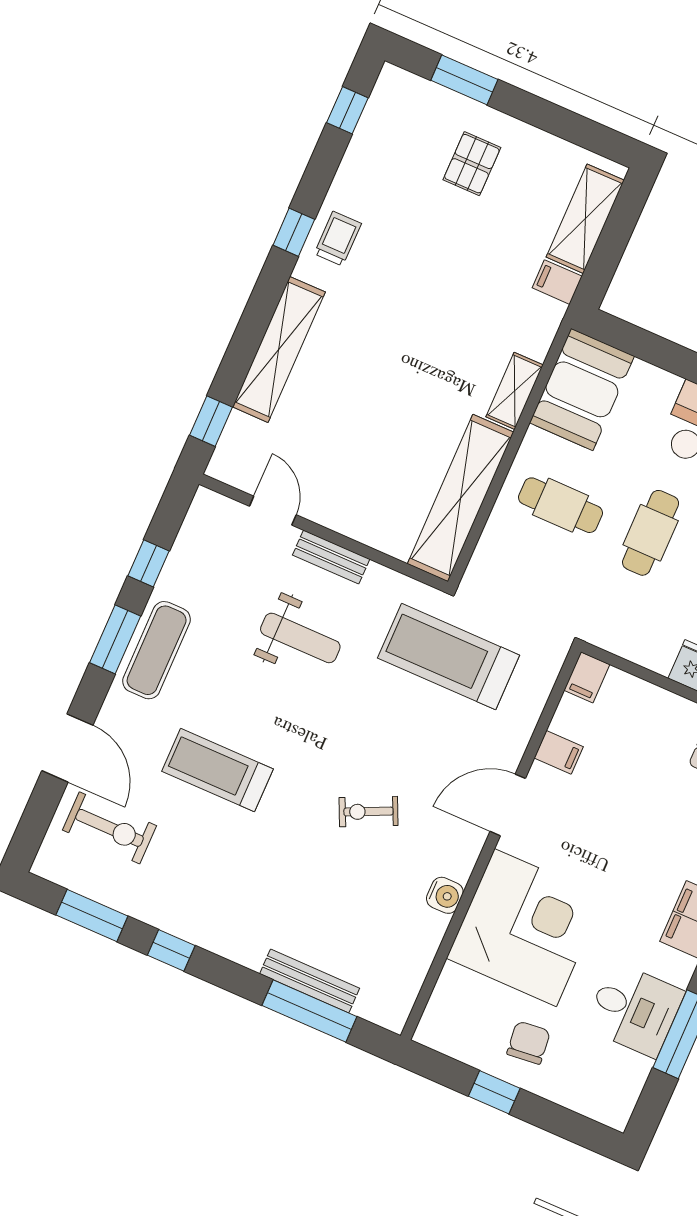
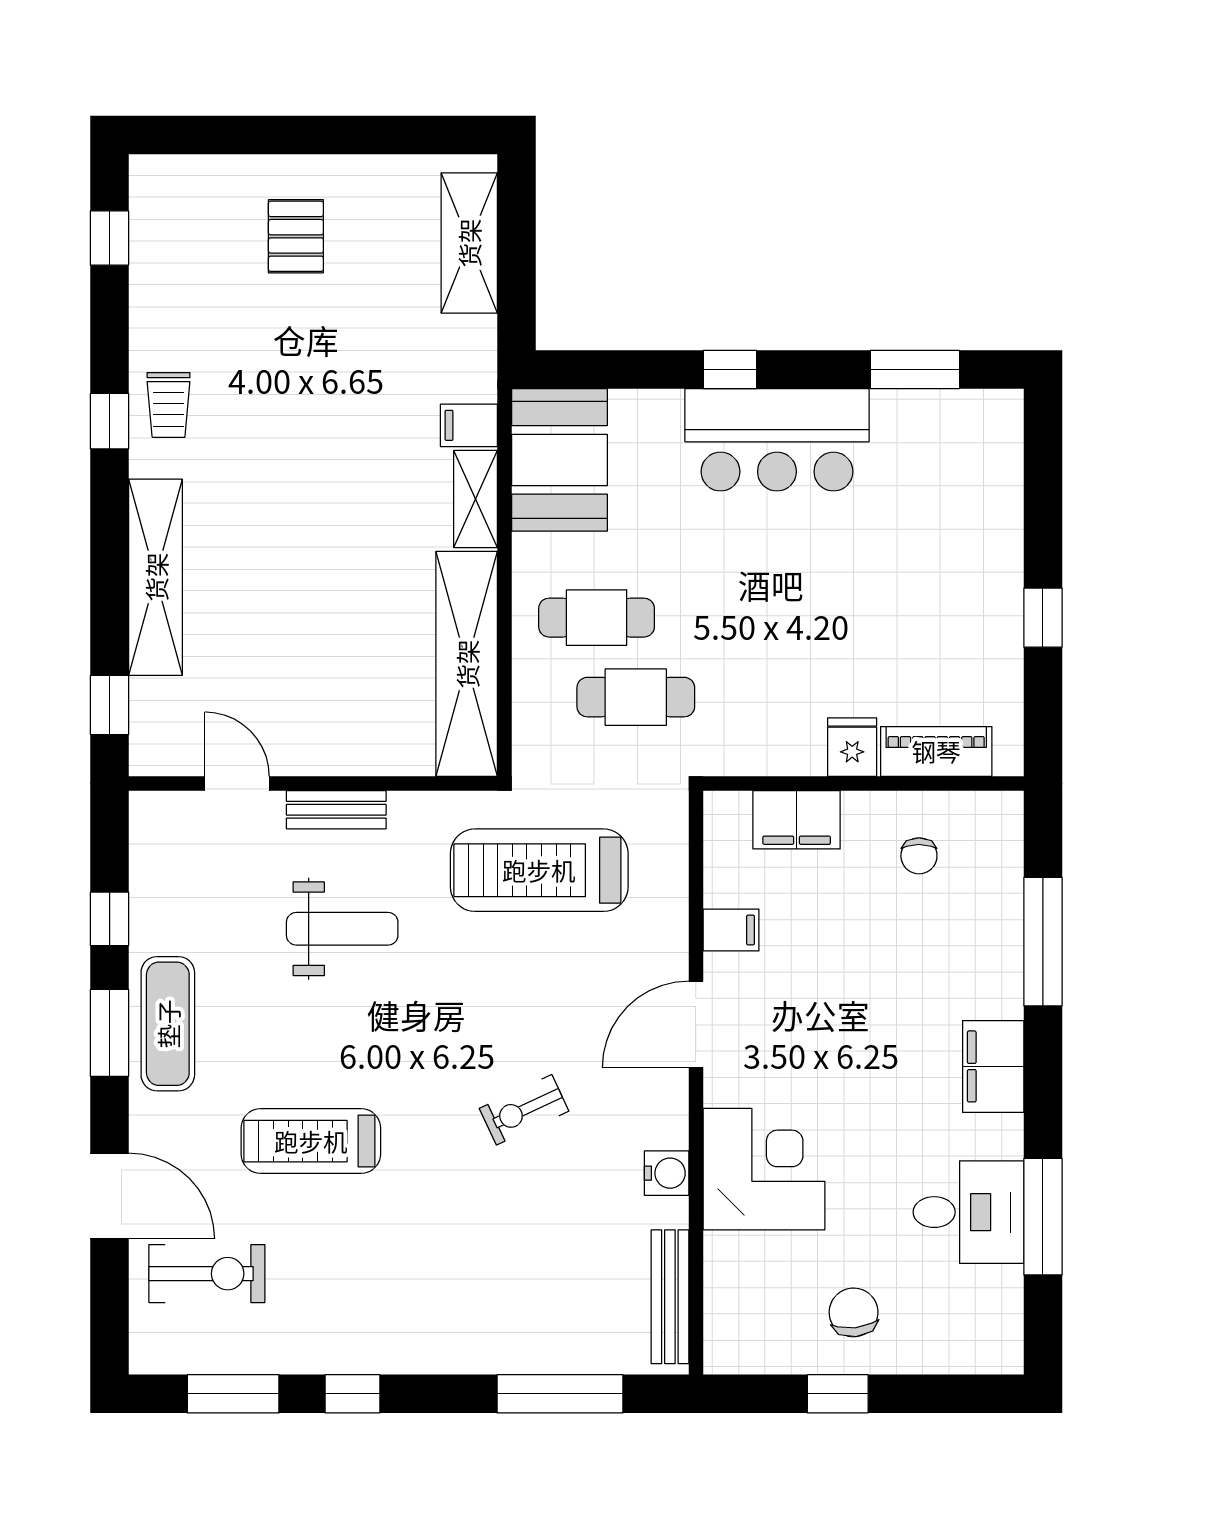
window: (464, 80) -> (240, 135), removed
trolley: (338, 239) -> (168, 405), turned 180
filing cabinet: (557, 282) -> (469, 425), moved
cafe table: (651, 533) -> (636, 697), moved, turned 90
filing cabinet: (587, 677) -> (797, 820), moved, width x2.00
corner desk: (525, 928) -> (764, 1169), width x0.74, depth x0.74
bench: (310, 981) -> (670, 1297), moved, turned 90

